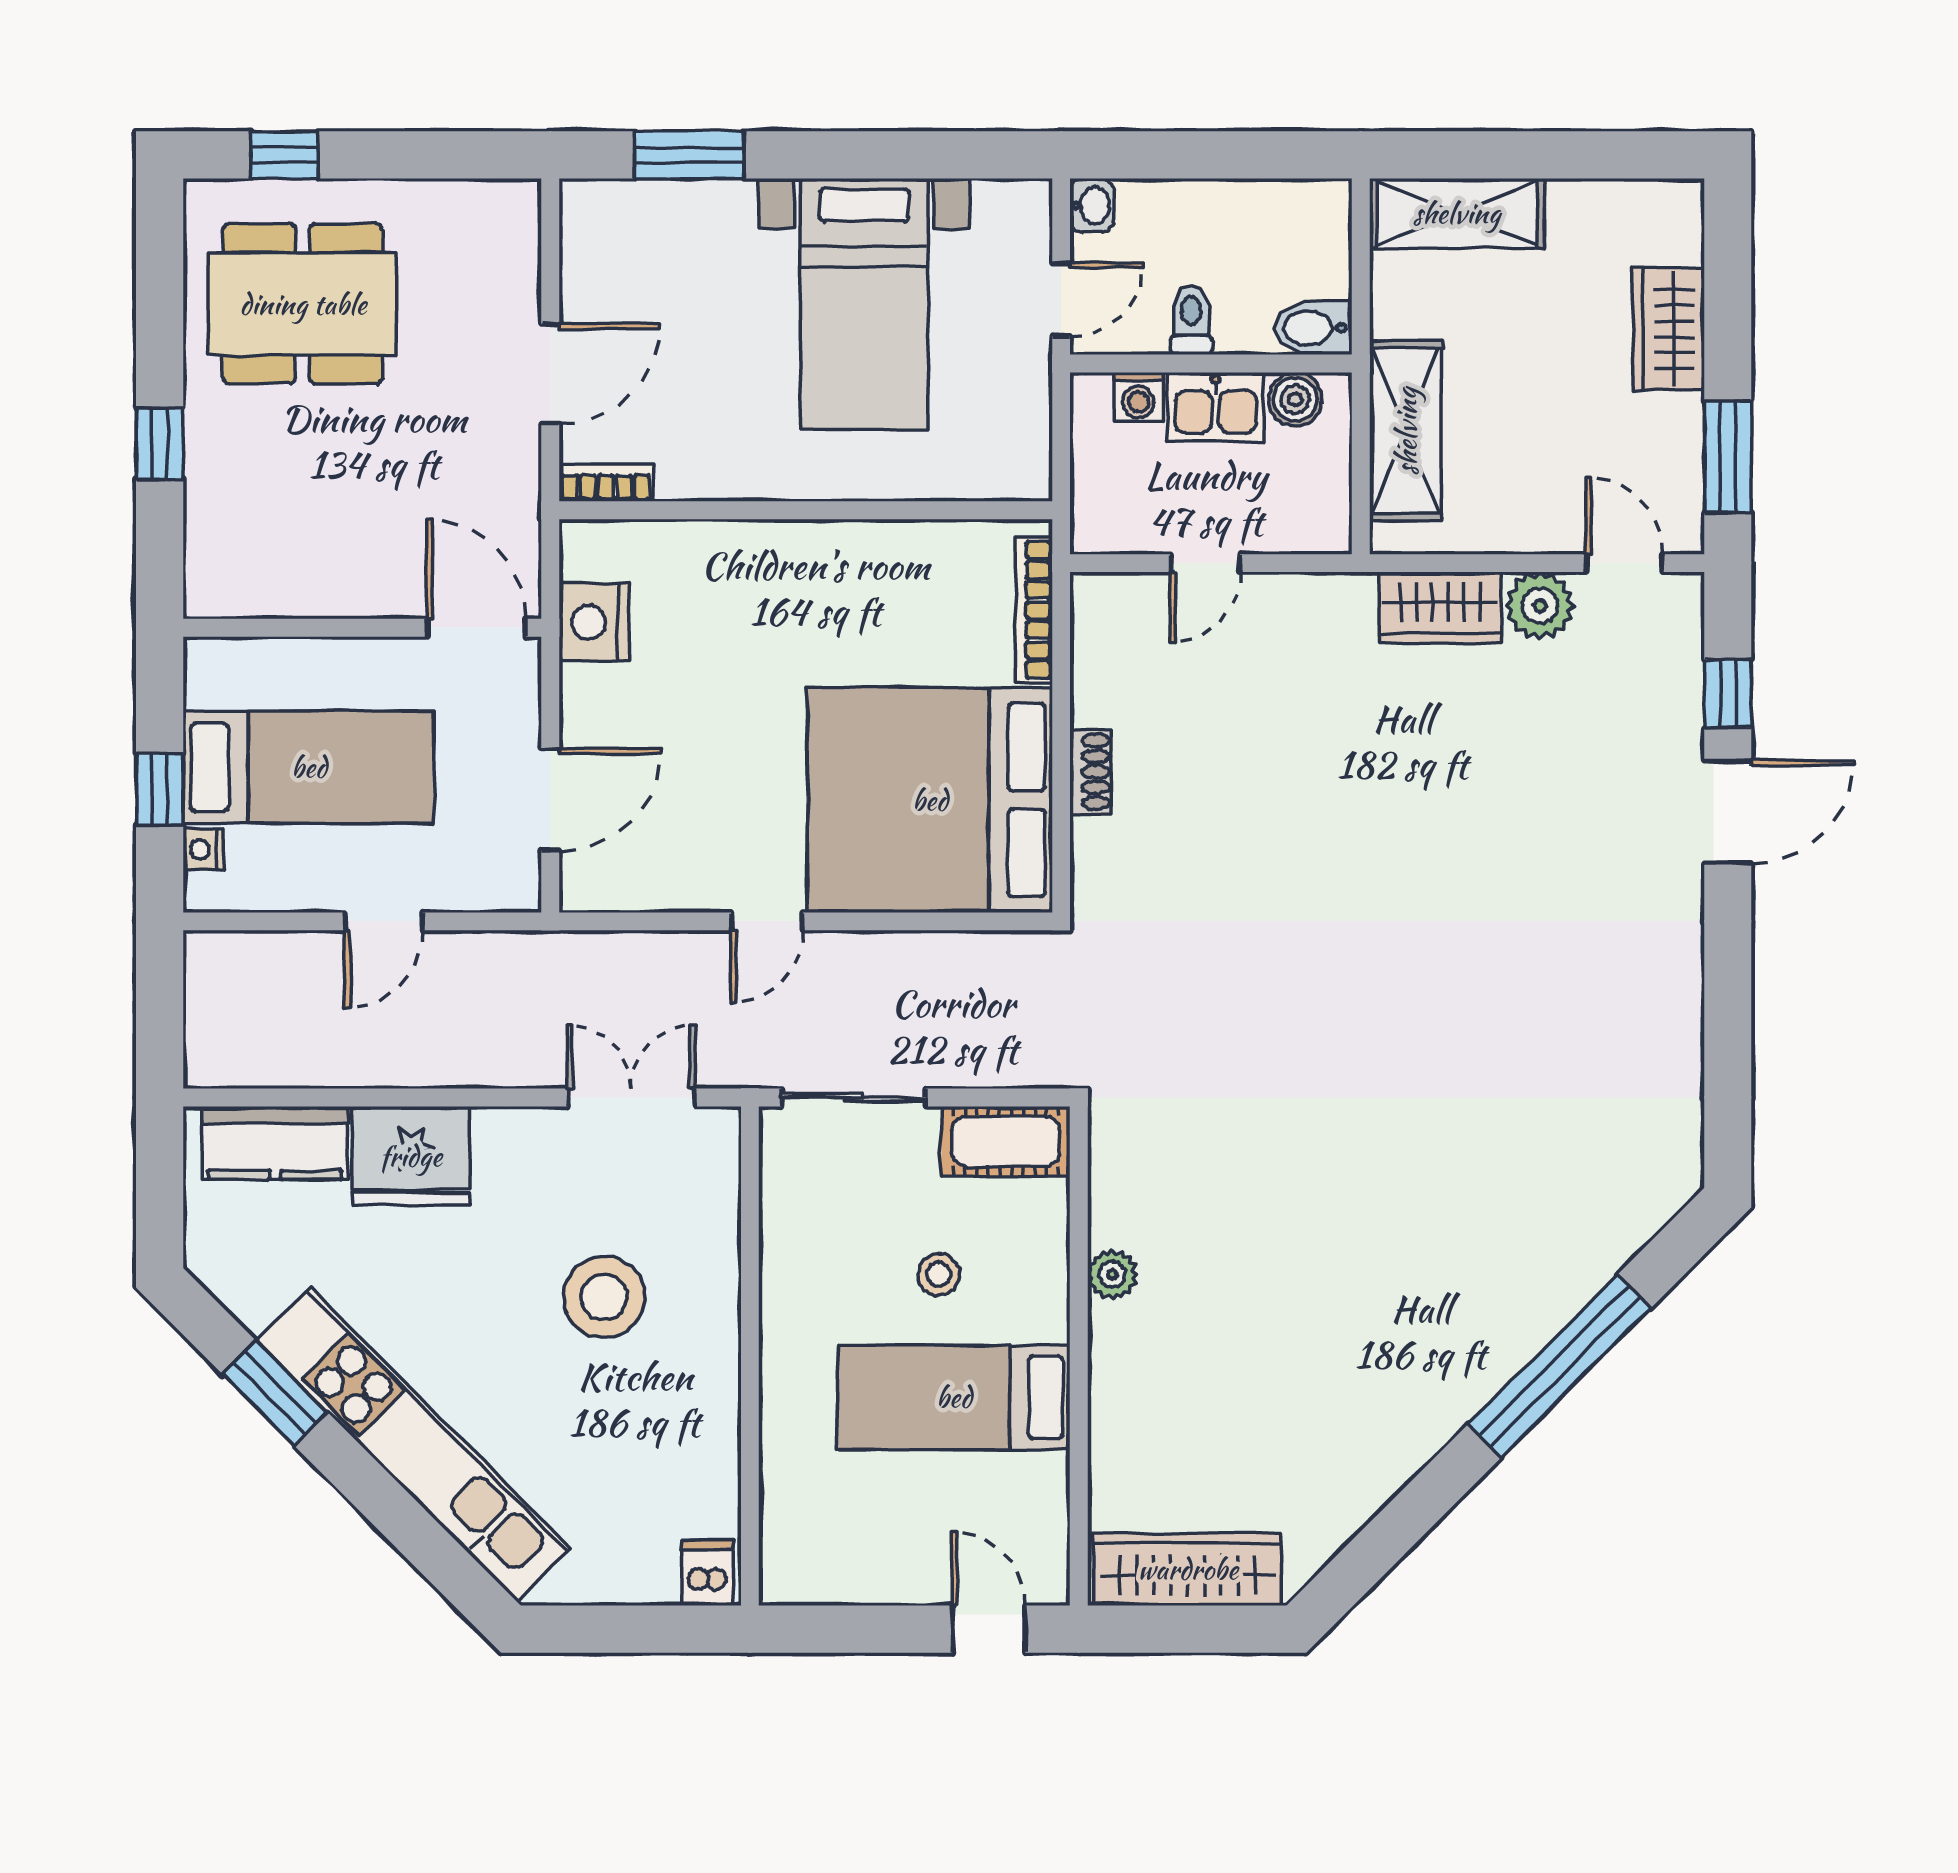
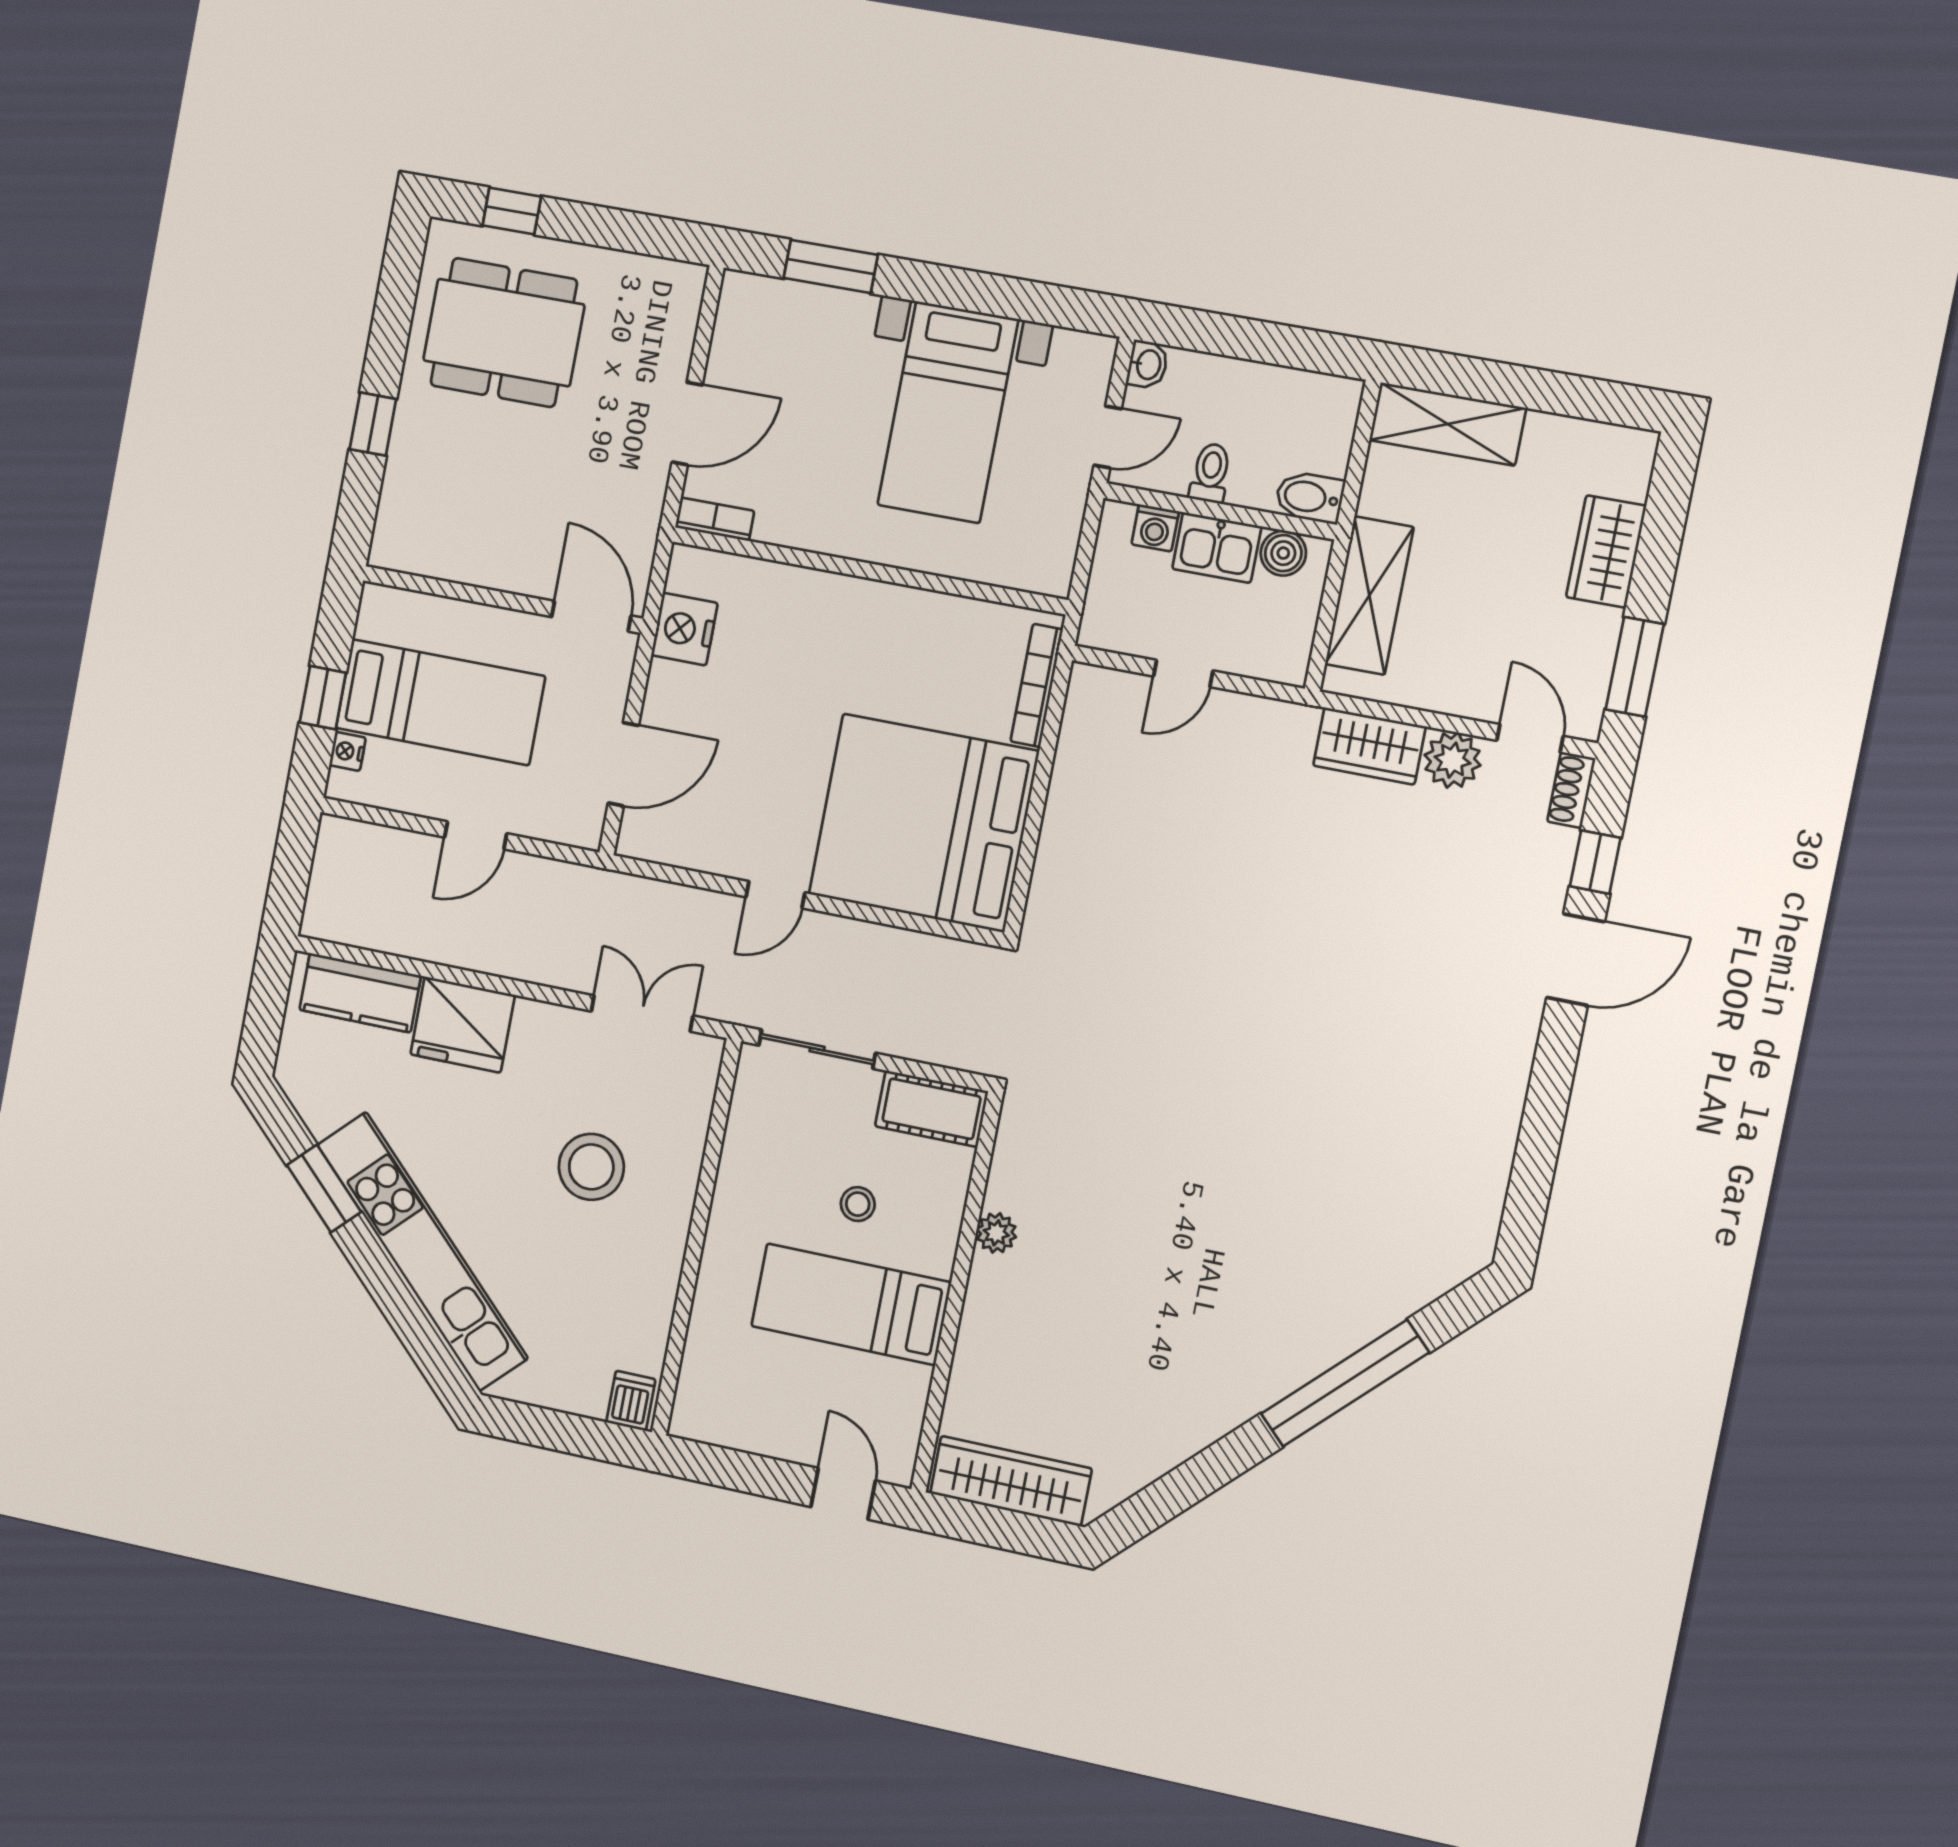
shoe rack: (1091, 772) -> (1571, 790), moved, turned 180

